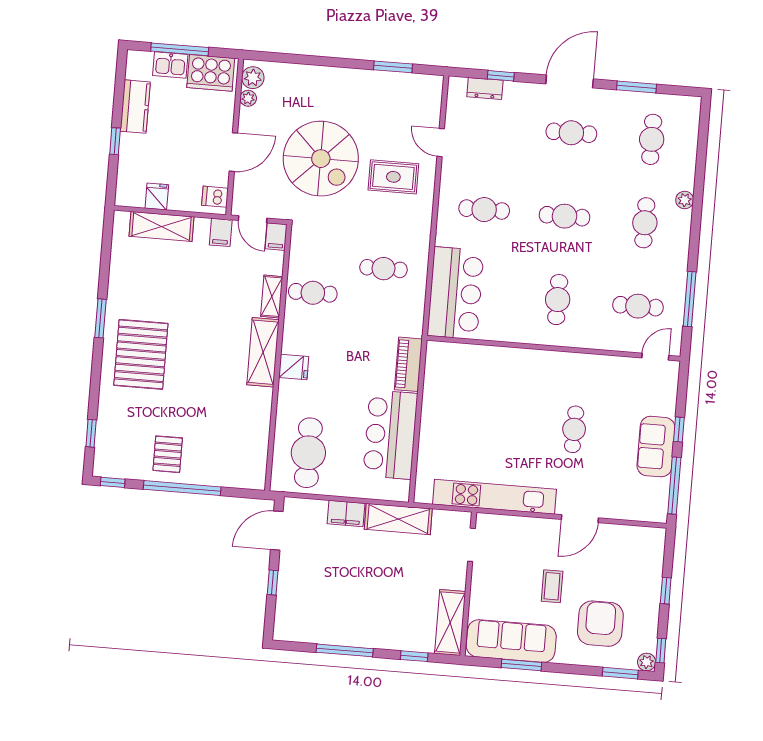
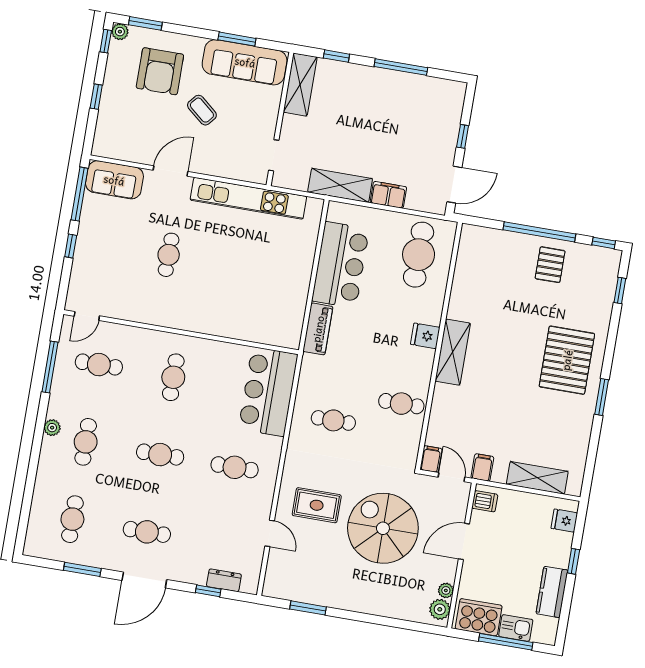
fridge: (157, 196) -> (564, 521), moved, turned 90
plant: (685, 200) -> (52, 428), moved
shelving: (272, 296) -> (440, 403), removed
sofa: (656, 447) -> (114, 180), moved, turned 90
coffee table: (552, 586) -> (202, 110), turned -50

